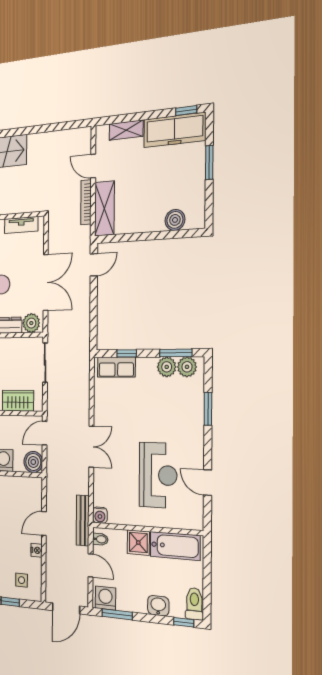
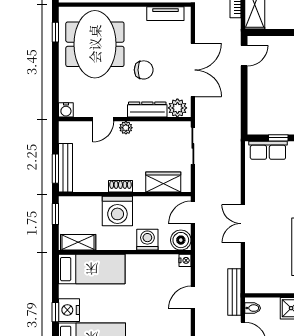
double door: (91, 447) -> (243, 224), swing flipped
water cooler: (100, 515) -> (252, 286), removed
nightstand: (37, 550) -> (185, 260), moved

